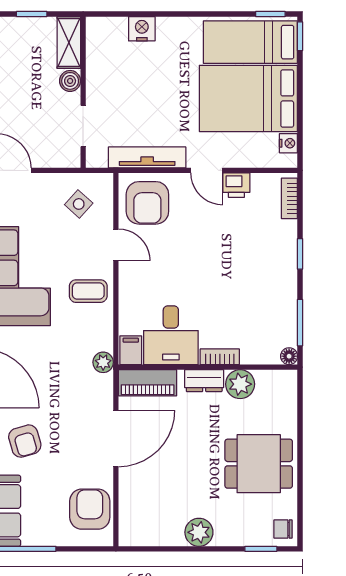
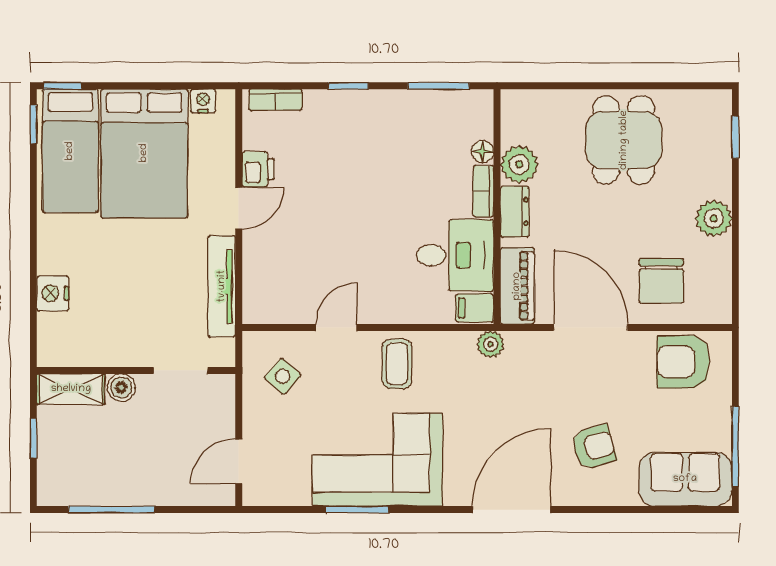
armchair: (147, 203) -> (281, 286), removed
floor lamp: (289, 356) -> (483, 152), moved
chair: (283, 529) -> (661, 281), moved, width x1.87, depth x1.87

